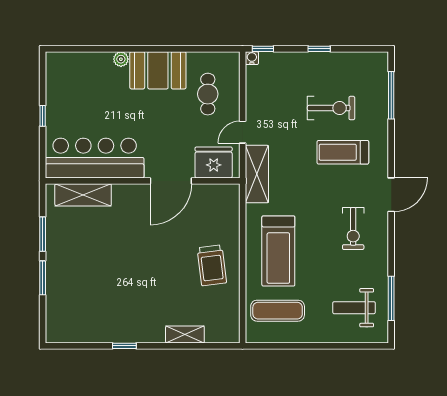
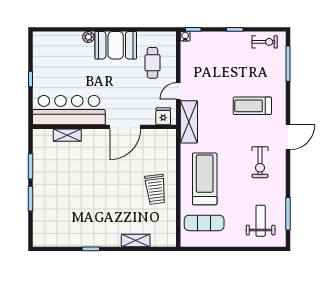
exercise bike: (331, 108) -> (265, 42), moved, width x0.73, depth x0.72
fridge: (214, 162) -> (163, 116), width x0.53, depth x0.75
shelving: (83, 195) -> (67, 135), width x0.67, depth x0.75
treadmill: (278, 251) -> (205, 179), turned 180
weight bench: (354, 308) -> (261, 221), turned 90

